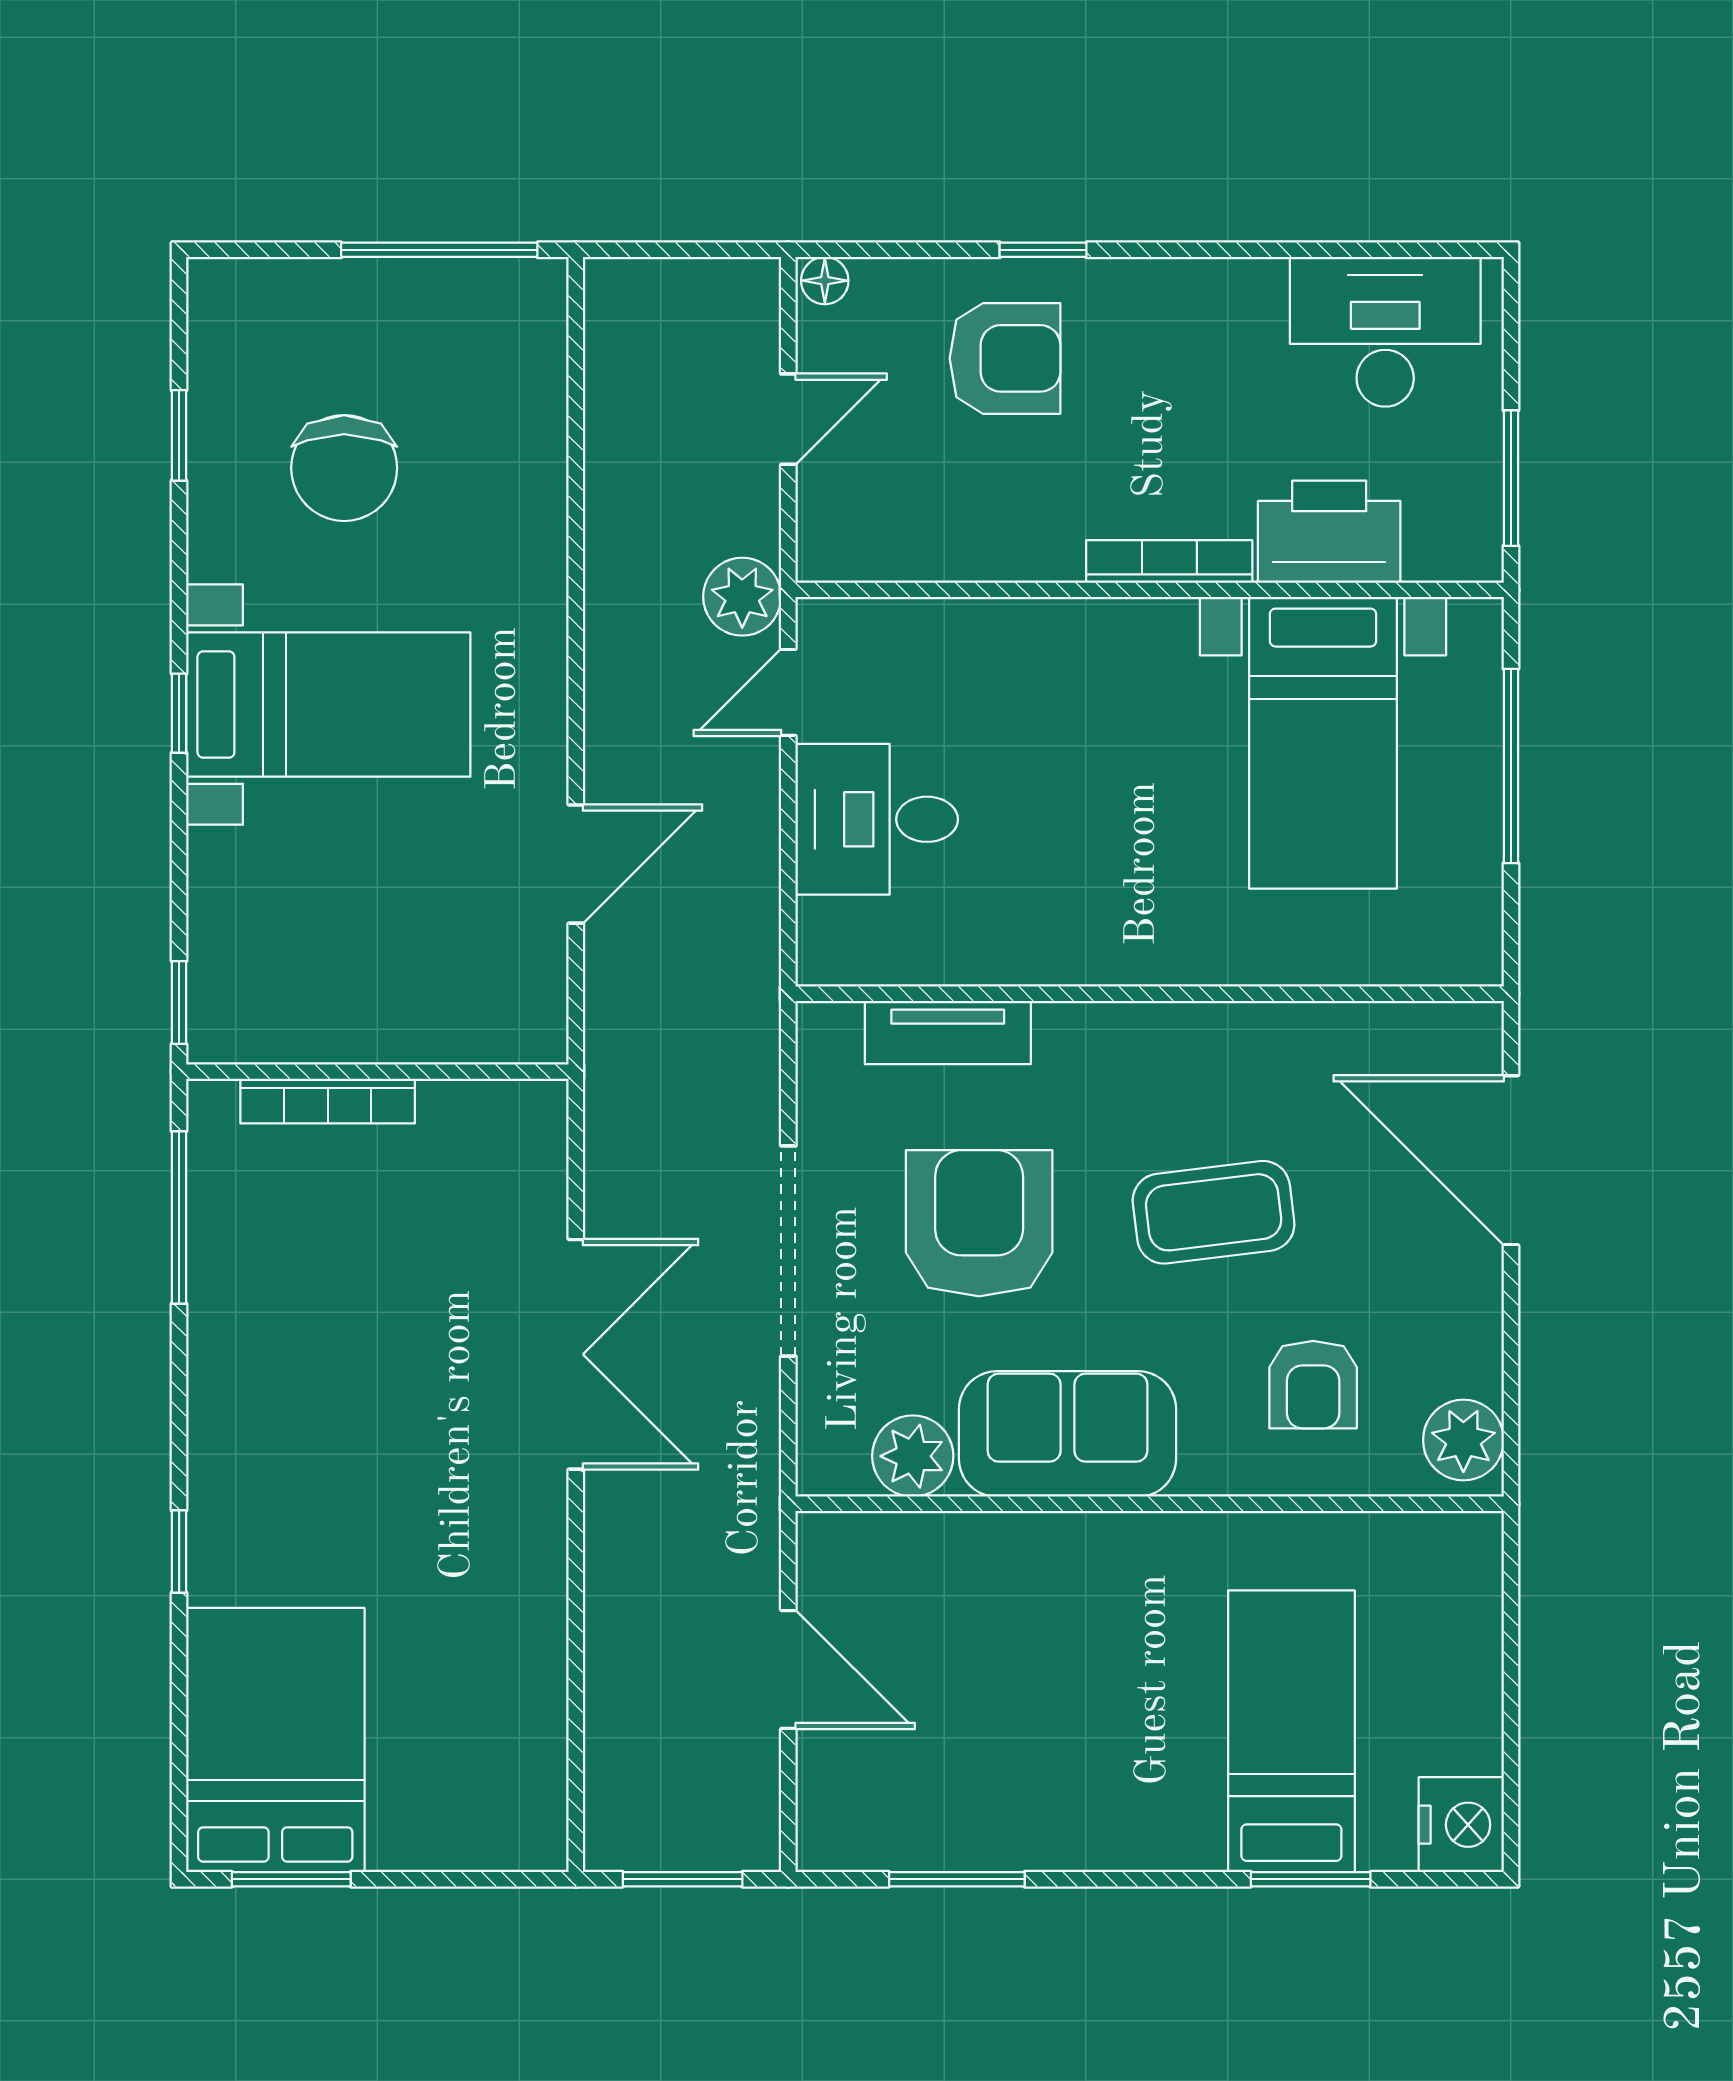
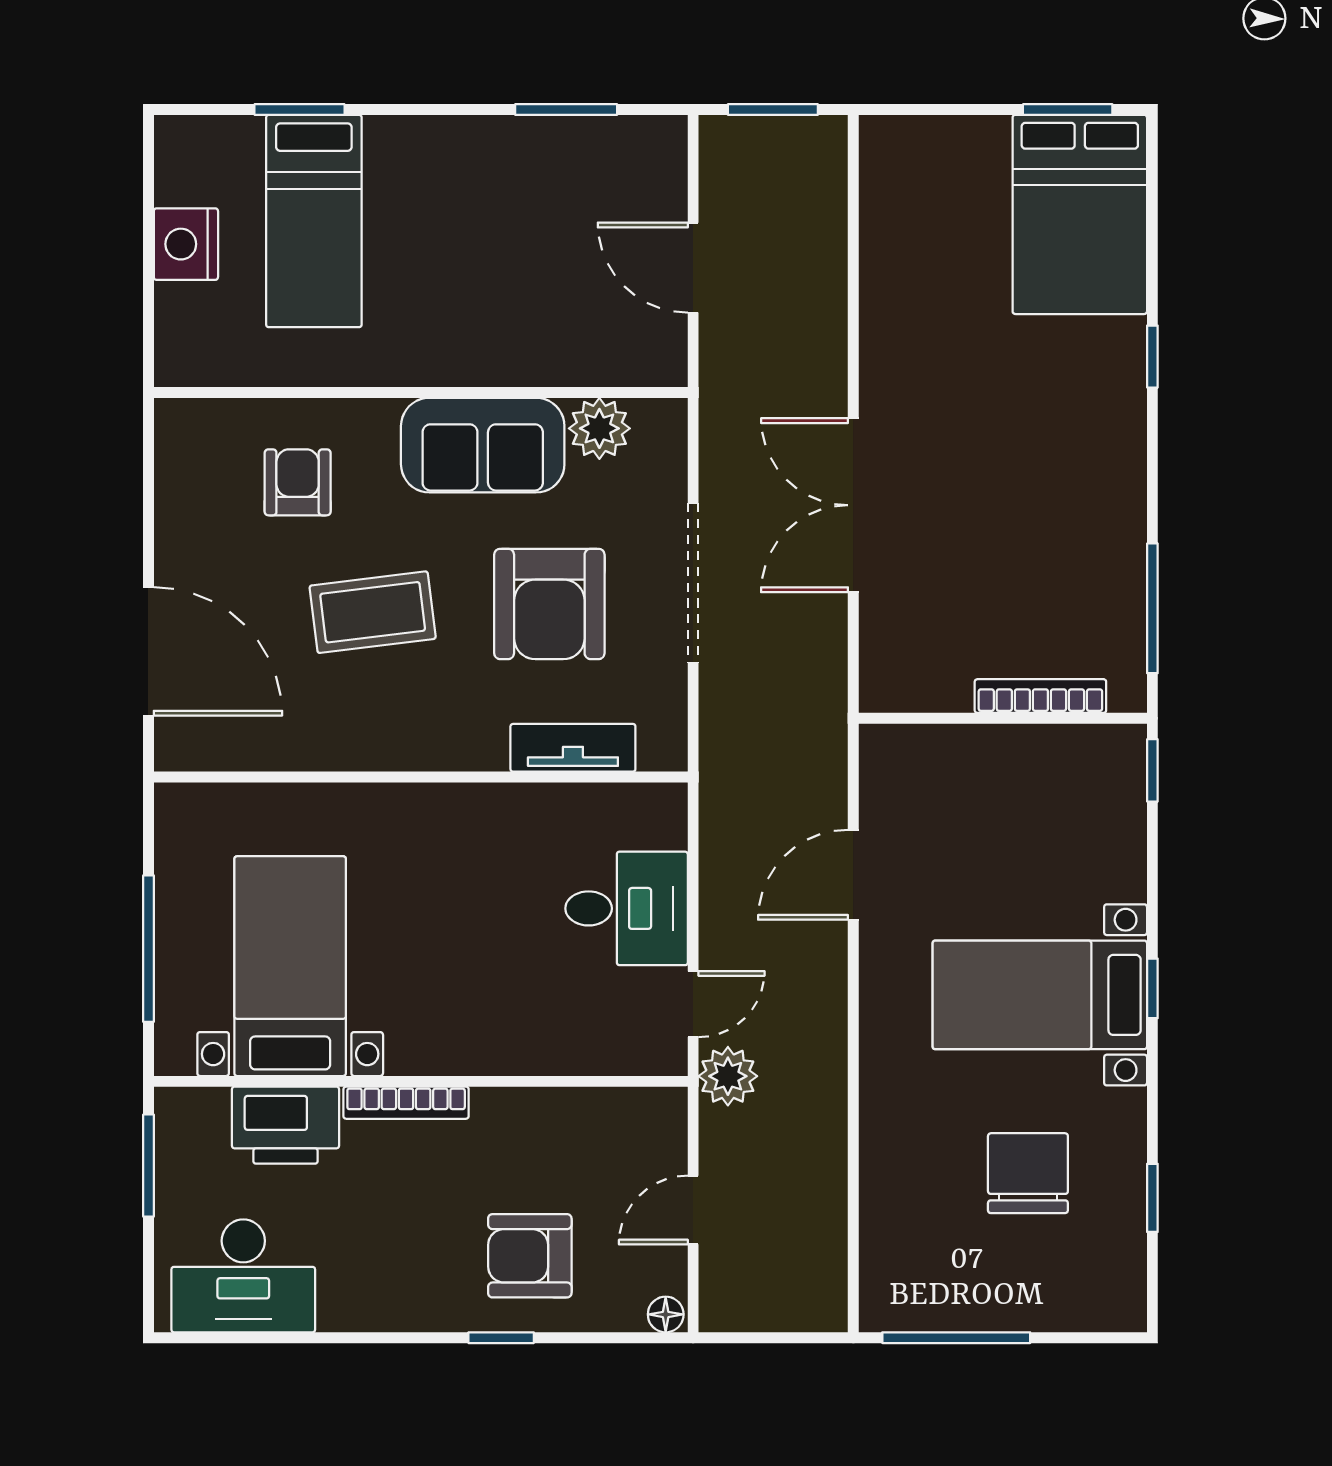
plant: (1463, 1440) -> (184, 441), removed
nightstand: (1461, 1825) -> (186, 244), moved

